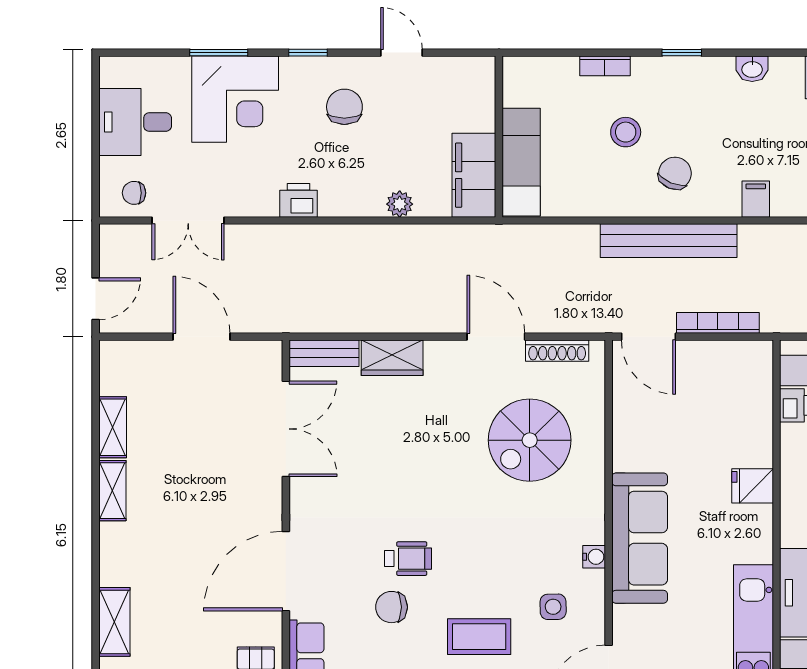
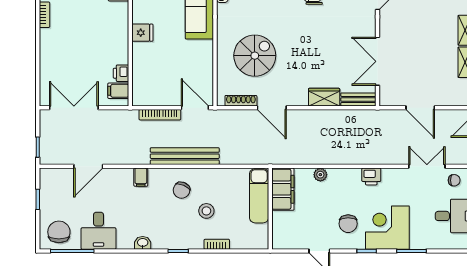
corner desk: (235, 99) -> (387, 228), moved

